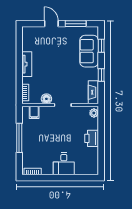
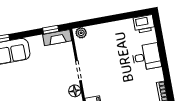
window: (101, 75) -> (51, 30), moved
printer: (92, 138) -> (144, 24), moved

